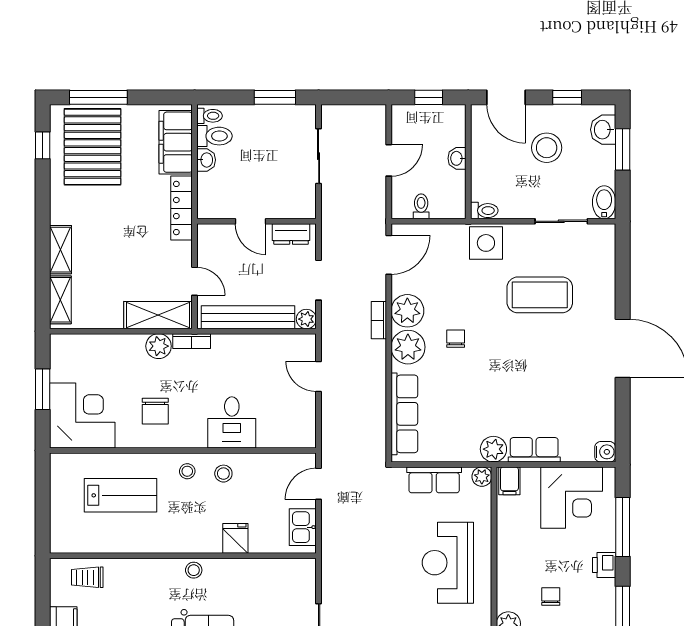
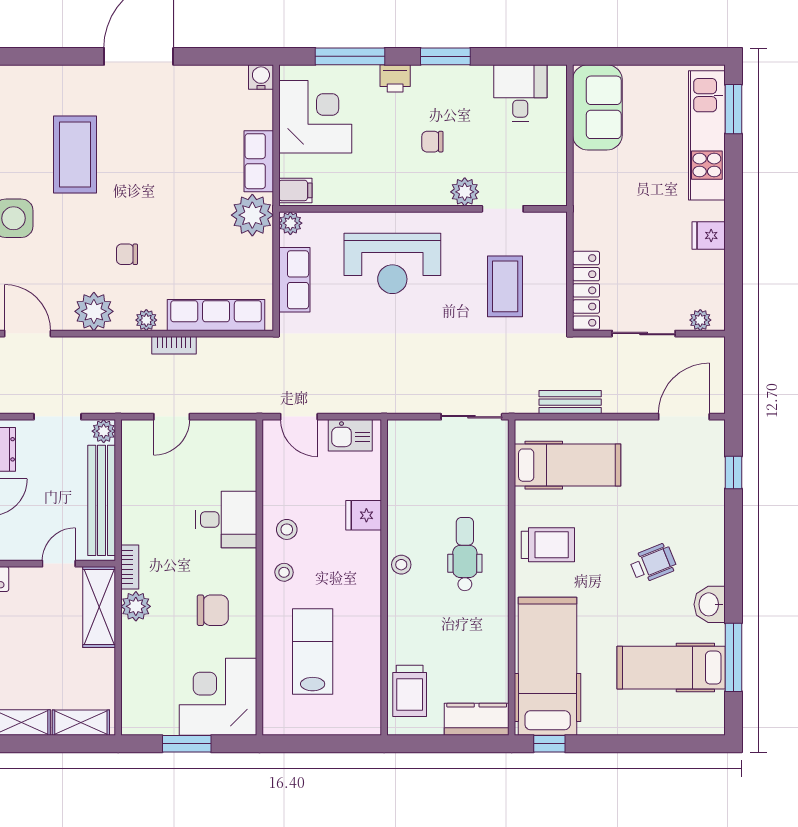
bookcase: (379, 320) -> (174, 345), moved
plant: (408, 347) -> (146, 320), width x0.53, depth x0.53
plant: (493, 449) -> (252, 215), width x1.36, depth x1.36
trolley: (87, 577) -> (410, 691), width x1.36, depth x1.39

